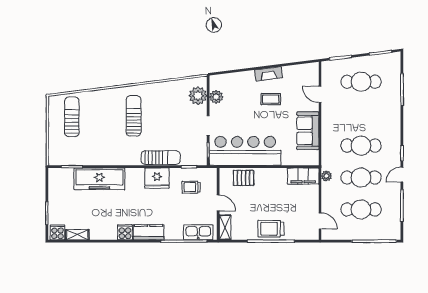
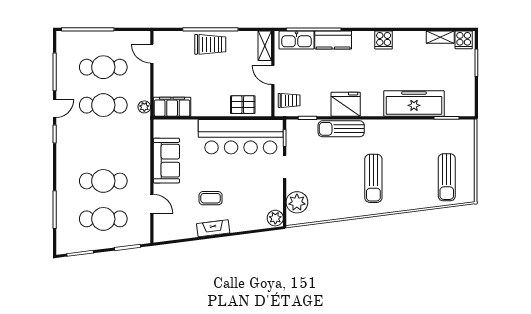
plant: (216, 97) -> (275, 218), moved
cafe table: (361, 146) -> (103, 181), moved
trolley: (191, 187) -> (289, 100), moved
kitchen counter: (149, 232) -> (333, 40), moved

